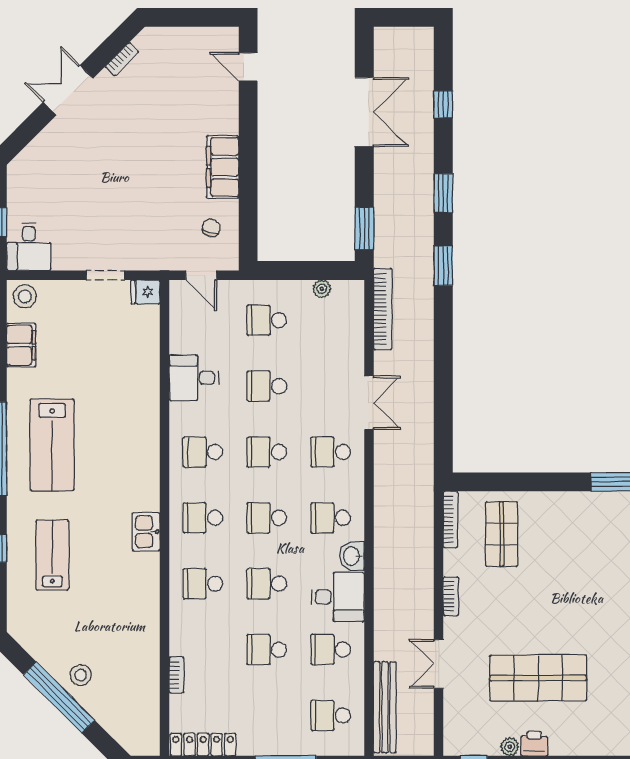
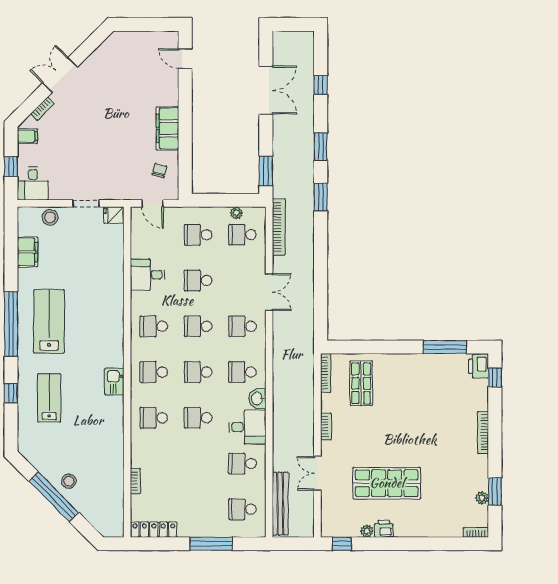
bookcase: (122, 59) -> (42, 109), moved
filing cabinet: (21, 178) -> (27, 136), added
stool: (25, 296) -> (50, 217), moved
lab bench: (52, 445) -> (49, 321), turned 180
school desk: (267, 650) -> (242, 235), moved

